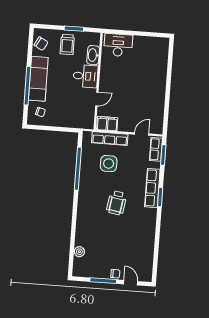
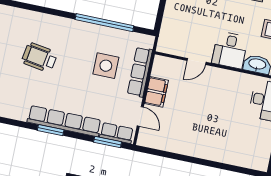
door: (97, 99) -> (196, 61), hinge flipped
filing cabinet: (107, 124) -> (156, 92), moved
row of seats: (152, 188) -> (64, 121), width x1.36
wheelchair: (116, 203) -> (39, 57), moved

